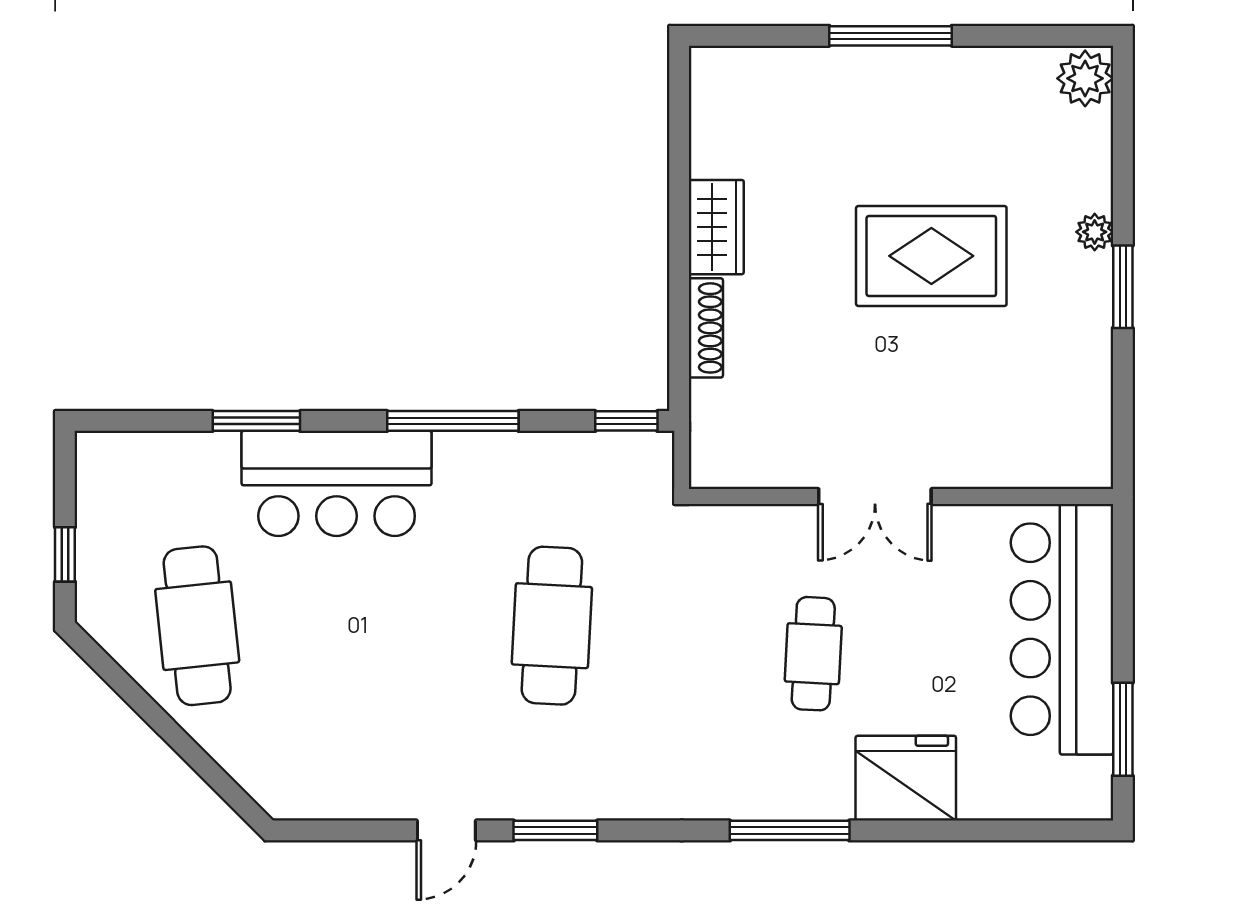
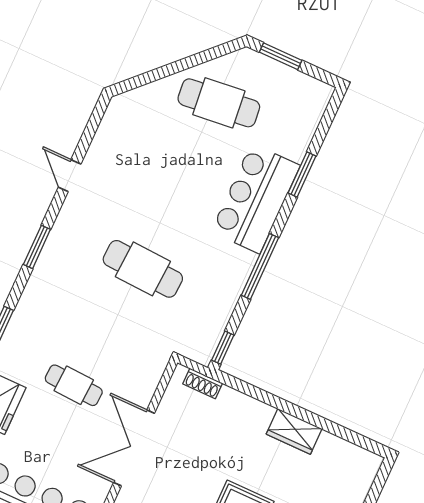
shoe rack: (706, 328) -> (203, 384), moved, width x0.70
double door: (875, 496) -> (134, 448), width x1.37
window: (65, 554) -> (281, 56), width x1.50
window: (555, 830) -> (37, 247), moved

